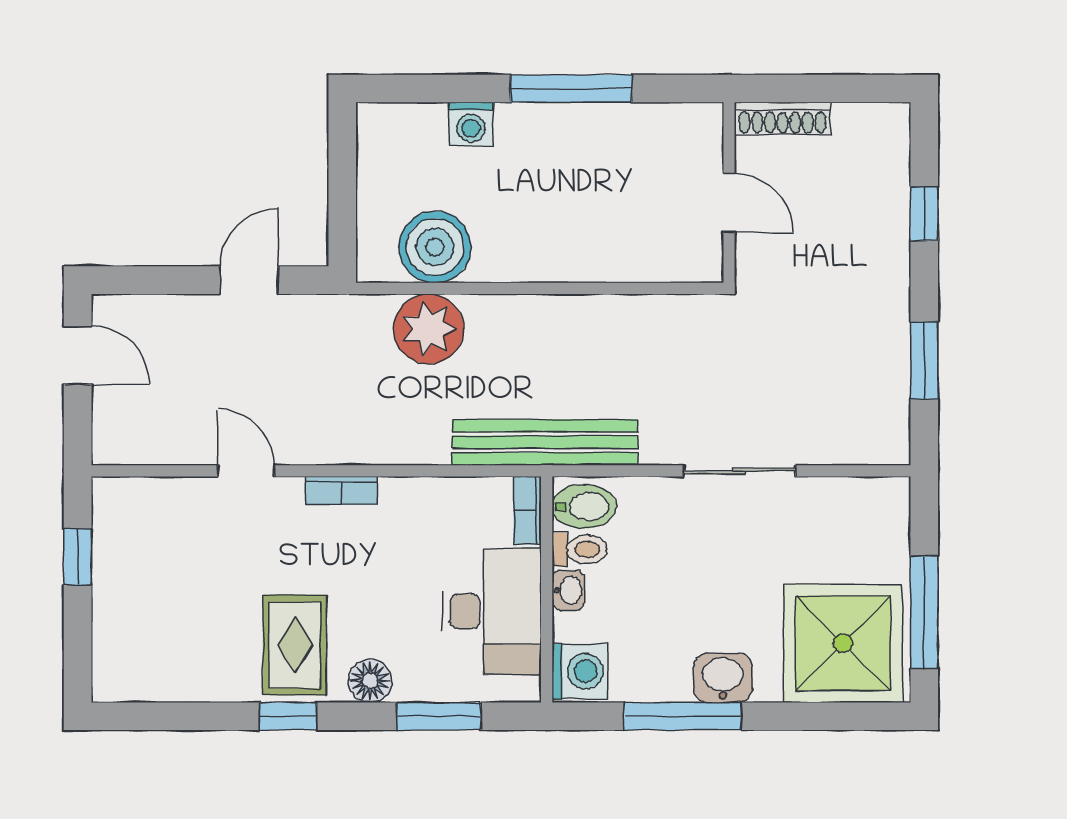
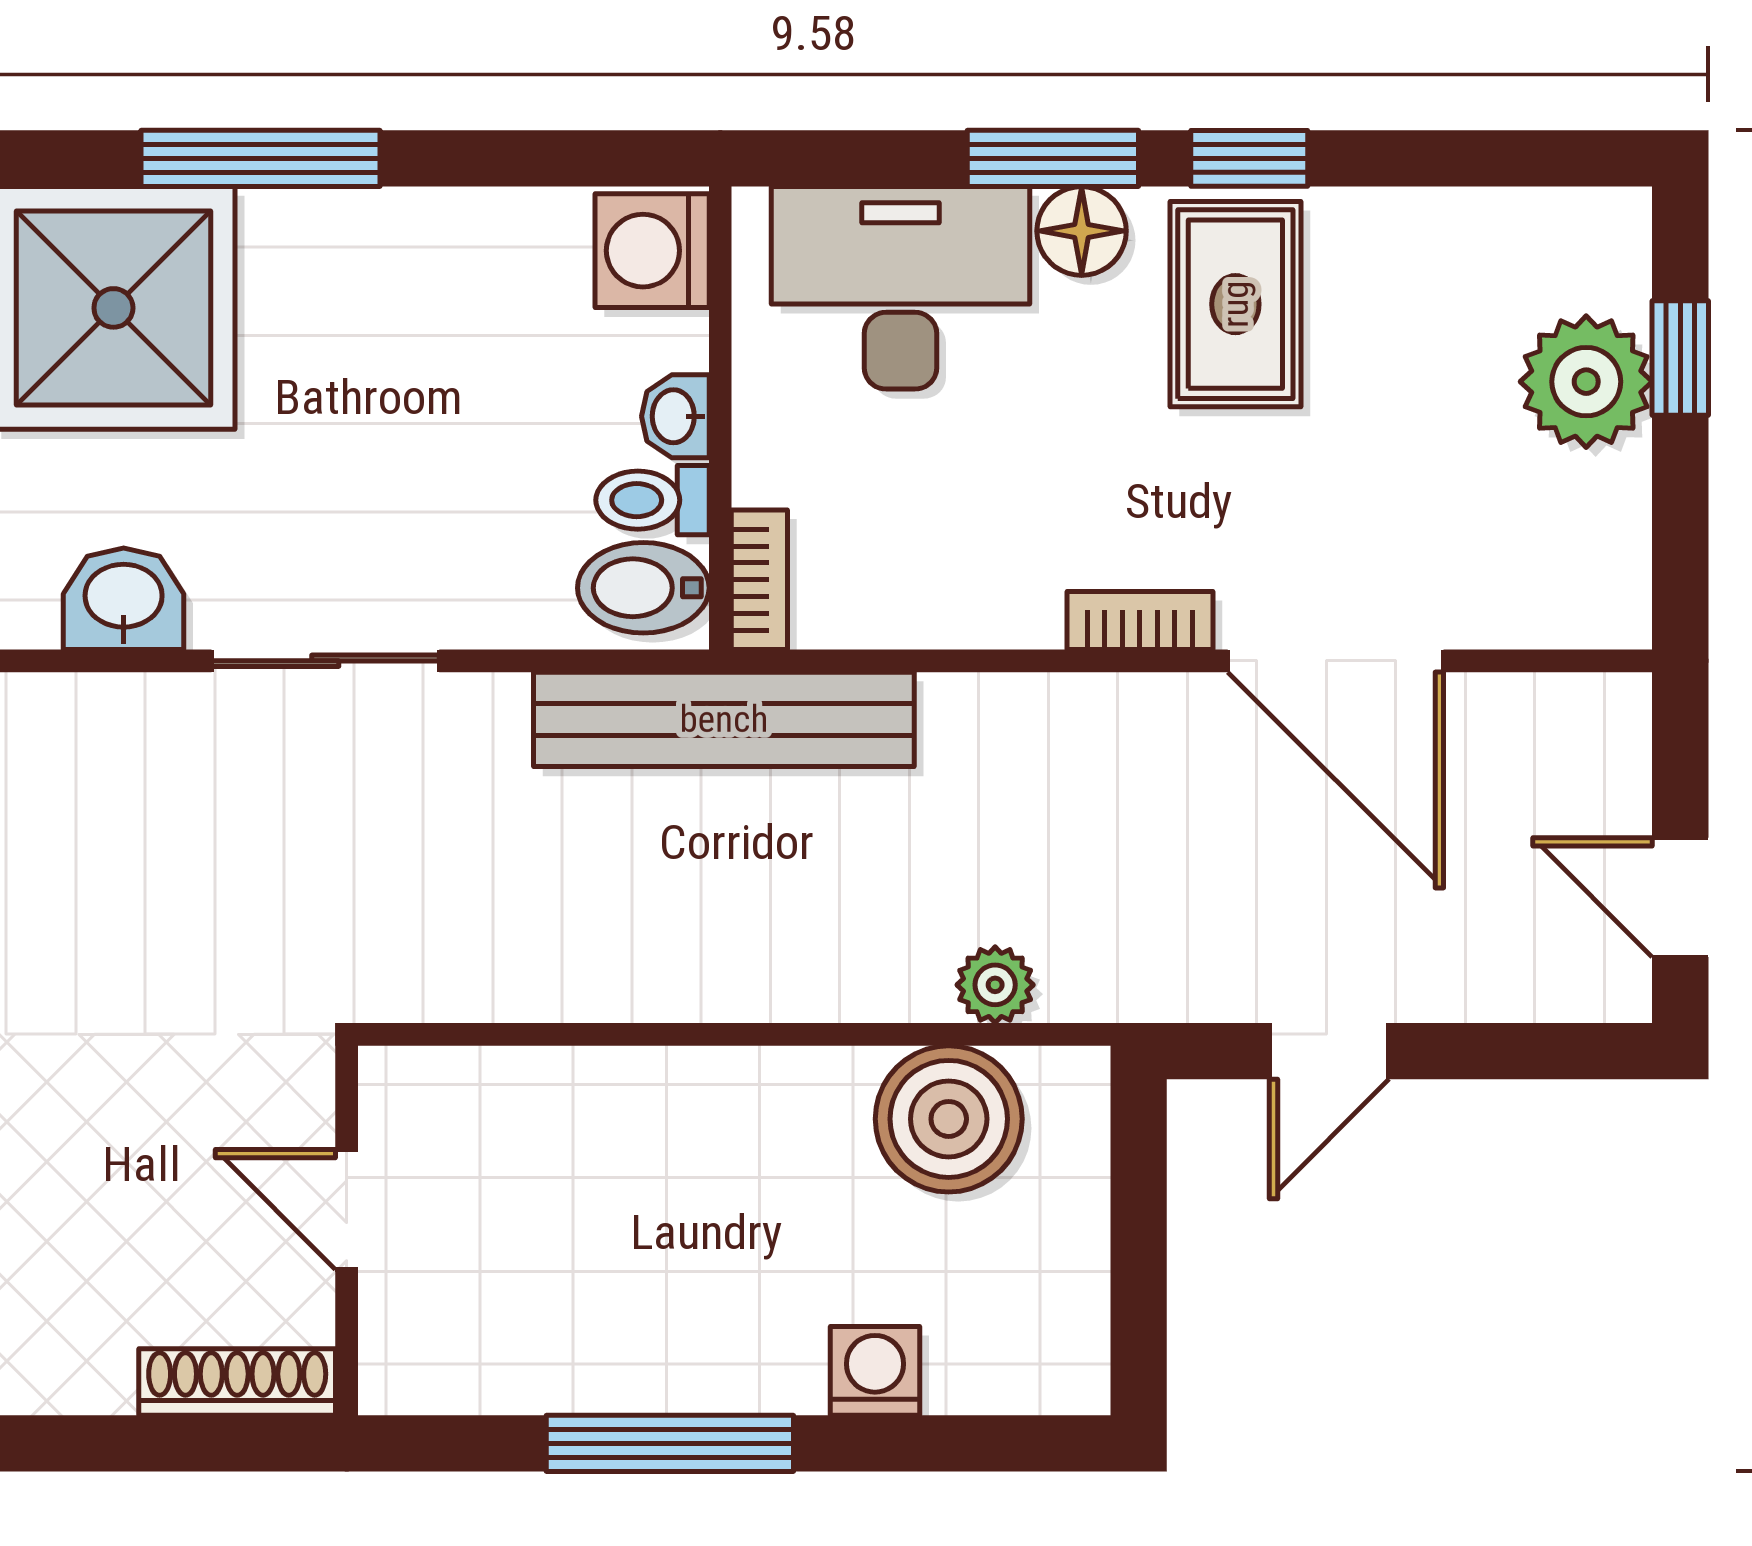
plant: (429, 329) -> (995, 985), width x0.53, depth x0.53
door: (246, 471) -> (1336, 661), width x1.87
window: (78, 557) -> (1680, 358), moved
plant: (124, 607) -> (1586, 382), added
desk: (492, 611) -> (900, 288), moved, turned 90
washbasin: (723, 678) -> (124, 599), moved, turned 180
window: (439, 716) -> (1053, 158), moved
window: (682, 716) -> (261, 158), moved

